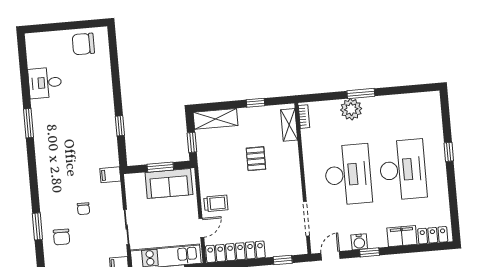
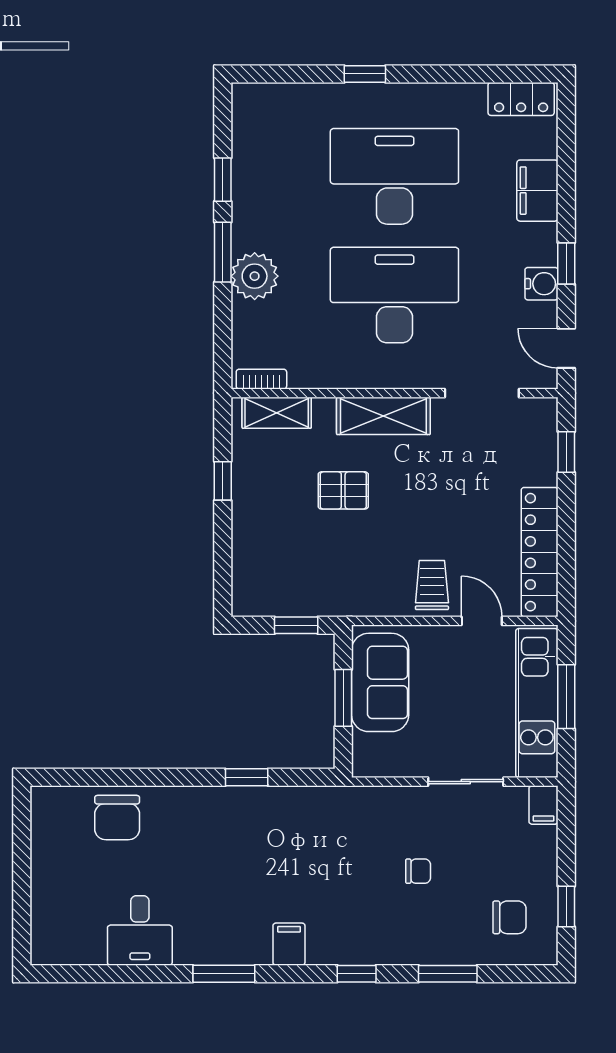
chair: (83, 44) -> (117, 818), moved
window: (394, 91) -> (223, 180), added
shelving: (215, 119) -> (383, 416), moved, turned 90
filing cabinet: (110, 175) -> (289, 944), moved, turned 180
window: (34, 184) -> (357, 974), added
locker: (433, 235) -> (521, 99), moved, turned -90
chair: (62, 237) -> (509, 917), moved

